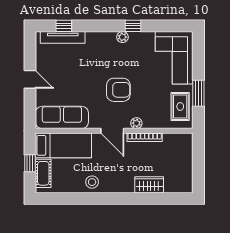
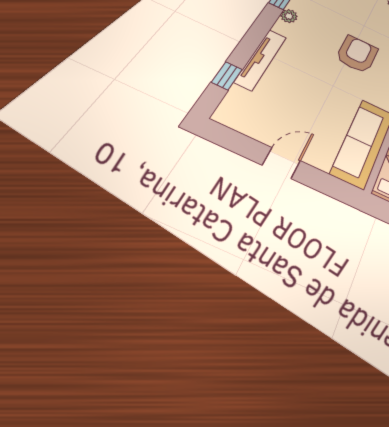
tv unit: (63, 37) -> (261, 59), moved

